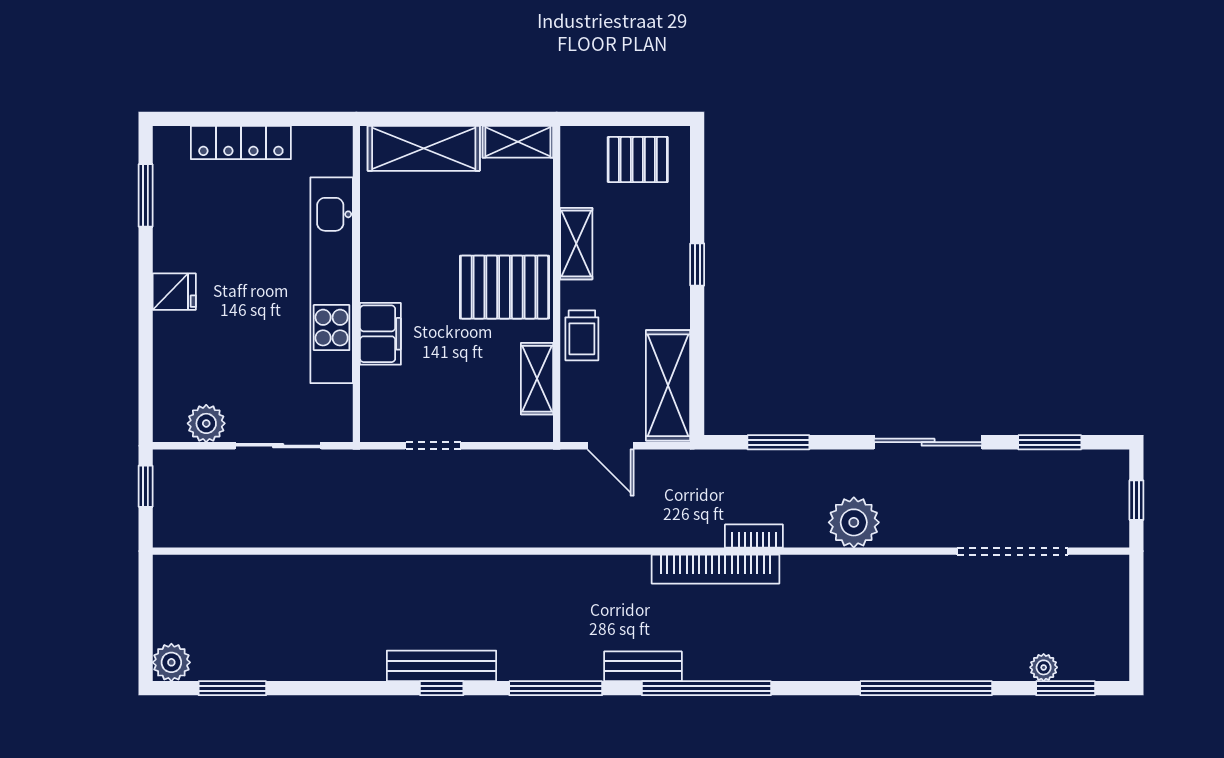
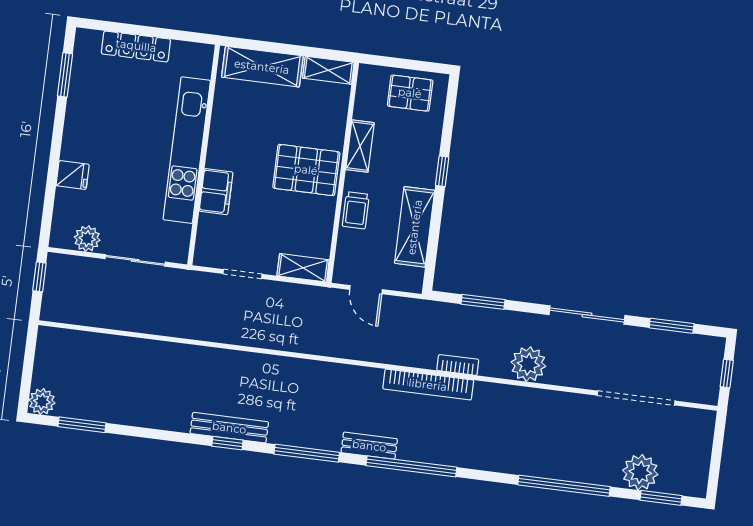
fridge: (174, 292) -> (73, 175), moved
shelving: (537, 379) -> (303, 268), moved, turned 90
shelving: (668, 385) -> (415, 227), moved
plant: (1044, 667) -> (640, 472), width x1.88, depth x1.88

